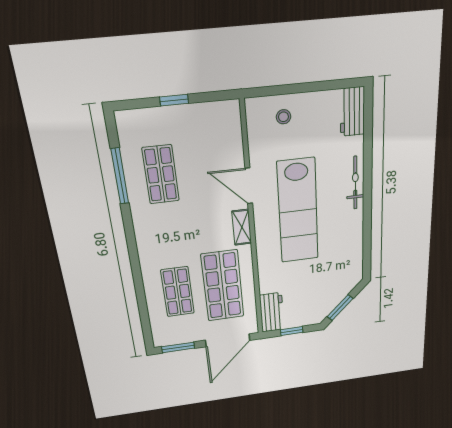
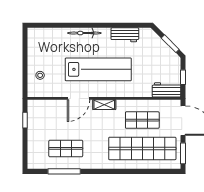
window: (174, 100) -> (25, 120), moved
workbench: (352, 112) -> (125, 35), moved
shop shelf: (223, 286) -> (142, 120), width x0.70, depth x0.74
shop shelf: (178, 292) -> (142, 148), width x2.00, depth x1.36

